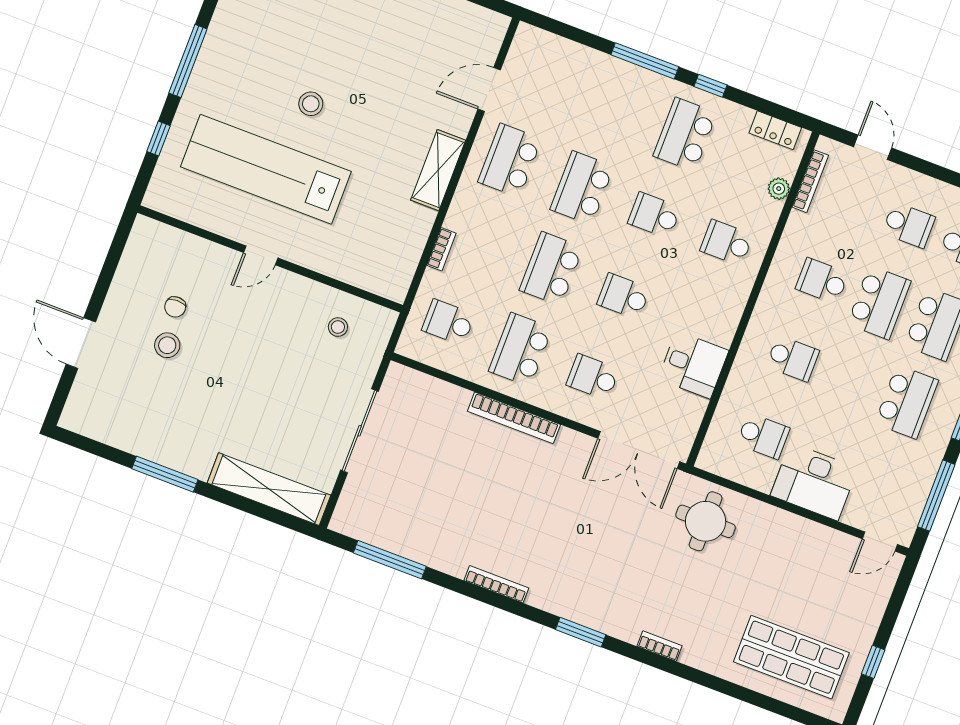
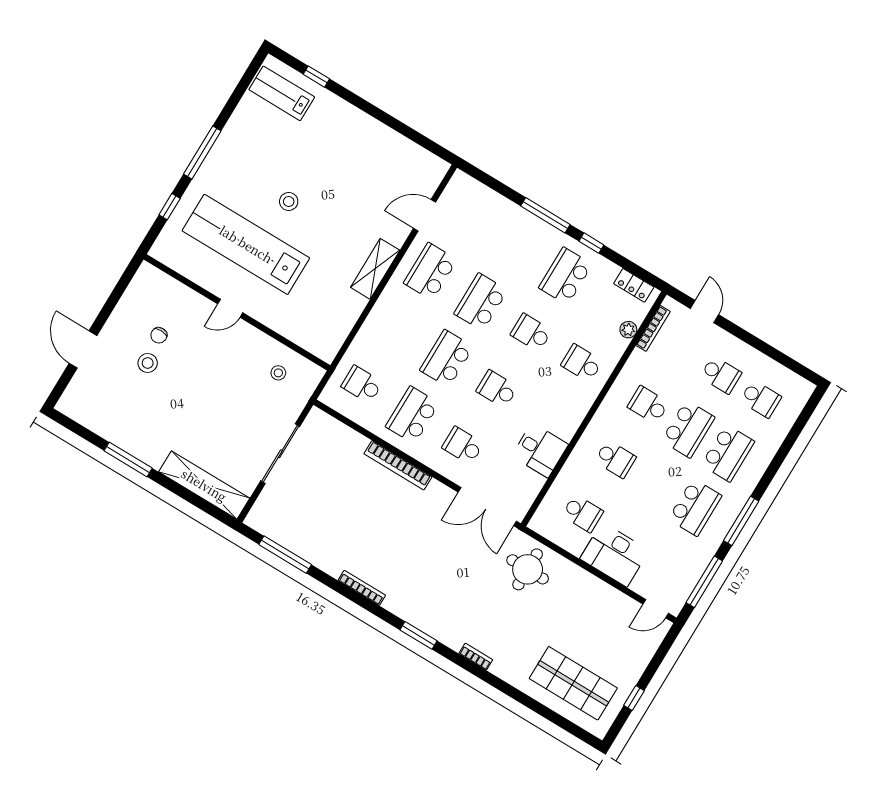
bookcase: (441, 249) -> (367, 329), removed

